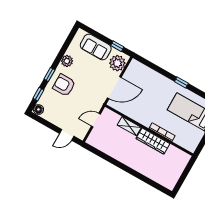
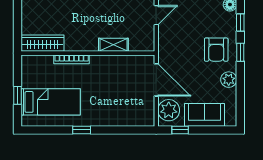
armchair: (64, 85) -> (216, 50), turned 90
door: (114, 88) -> (156, 80), swing flipped
door: (96, 120) -> (156, 15), moved
wardrobe: (153, 141) -> (43, 43), moved

